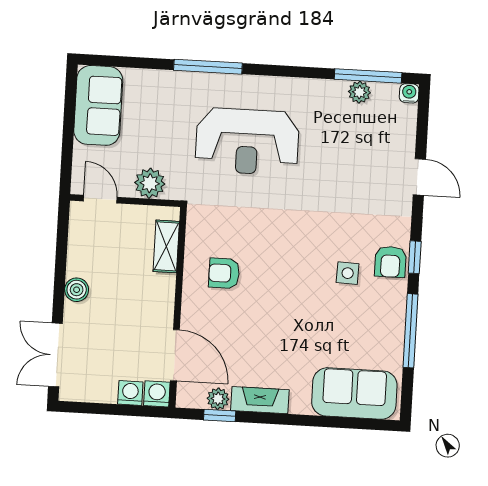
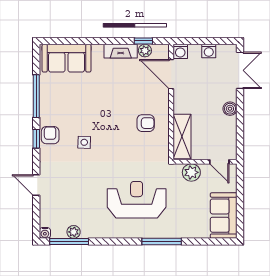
shelving: (166, 246) -> (182, 137), width x1.50, depth x1.33
side table: (348, 273) -> (84, 142), moved
washing machine: (130, 393) -> (209, 51), moved

